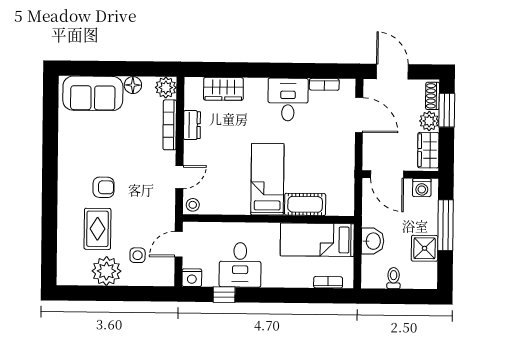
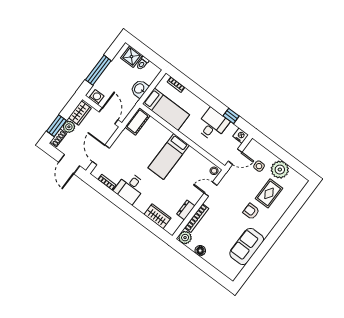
sofa: (93, 93) -> (247, 246), moved, turned -90
cot: (305, 204) -> (137, 121), moved, turned 90
shower: (425, 248) -> (131, 57), moved

